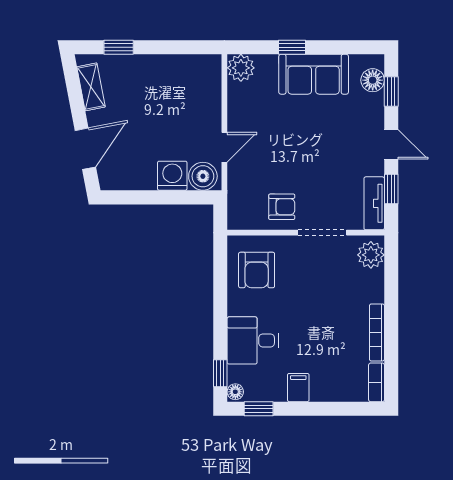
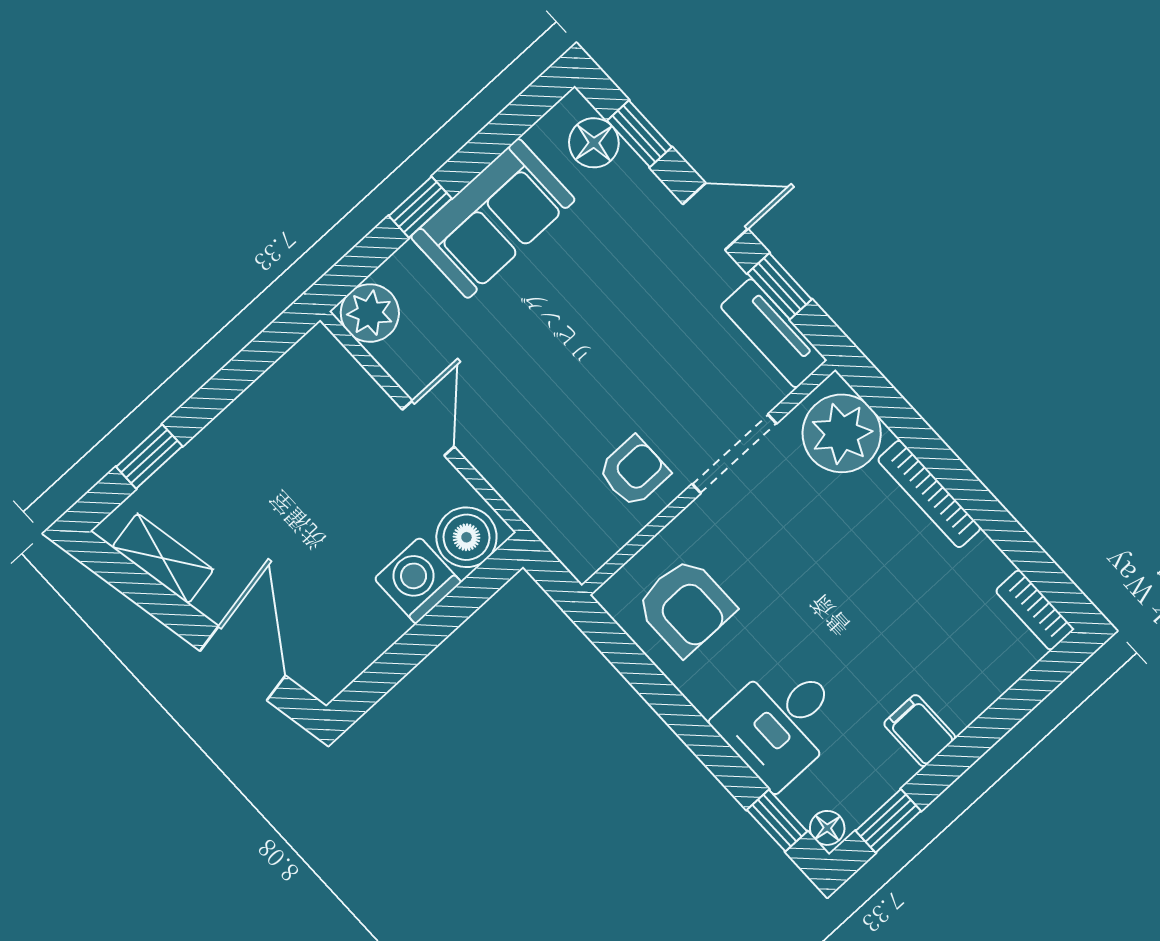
door: (224, 147) -> (428, 428), moved
plant: (371, 255) -> (842, 433), width x1.36, depth x1.36
bookcase: (377, 332) -> (929, 494), moved

